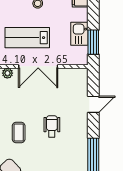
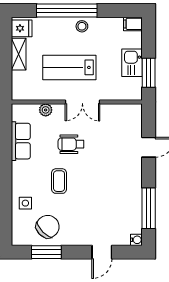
double door: (38, 66) -> (82, 102), width x0.73
wheelchair: (52, 126) -> (71, 144), moved, turned -90

